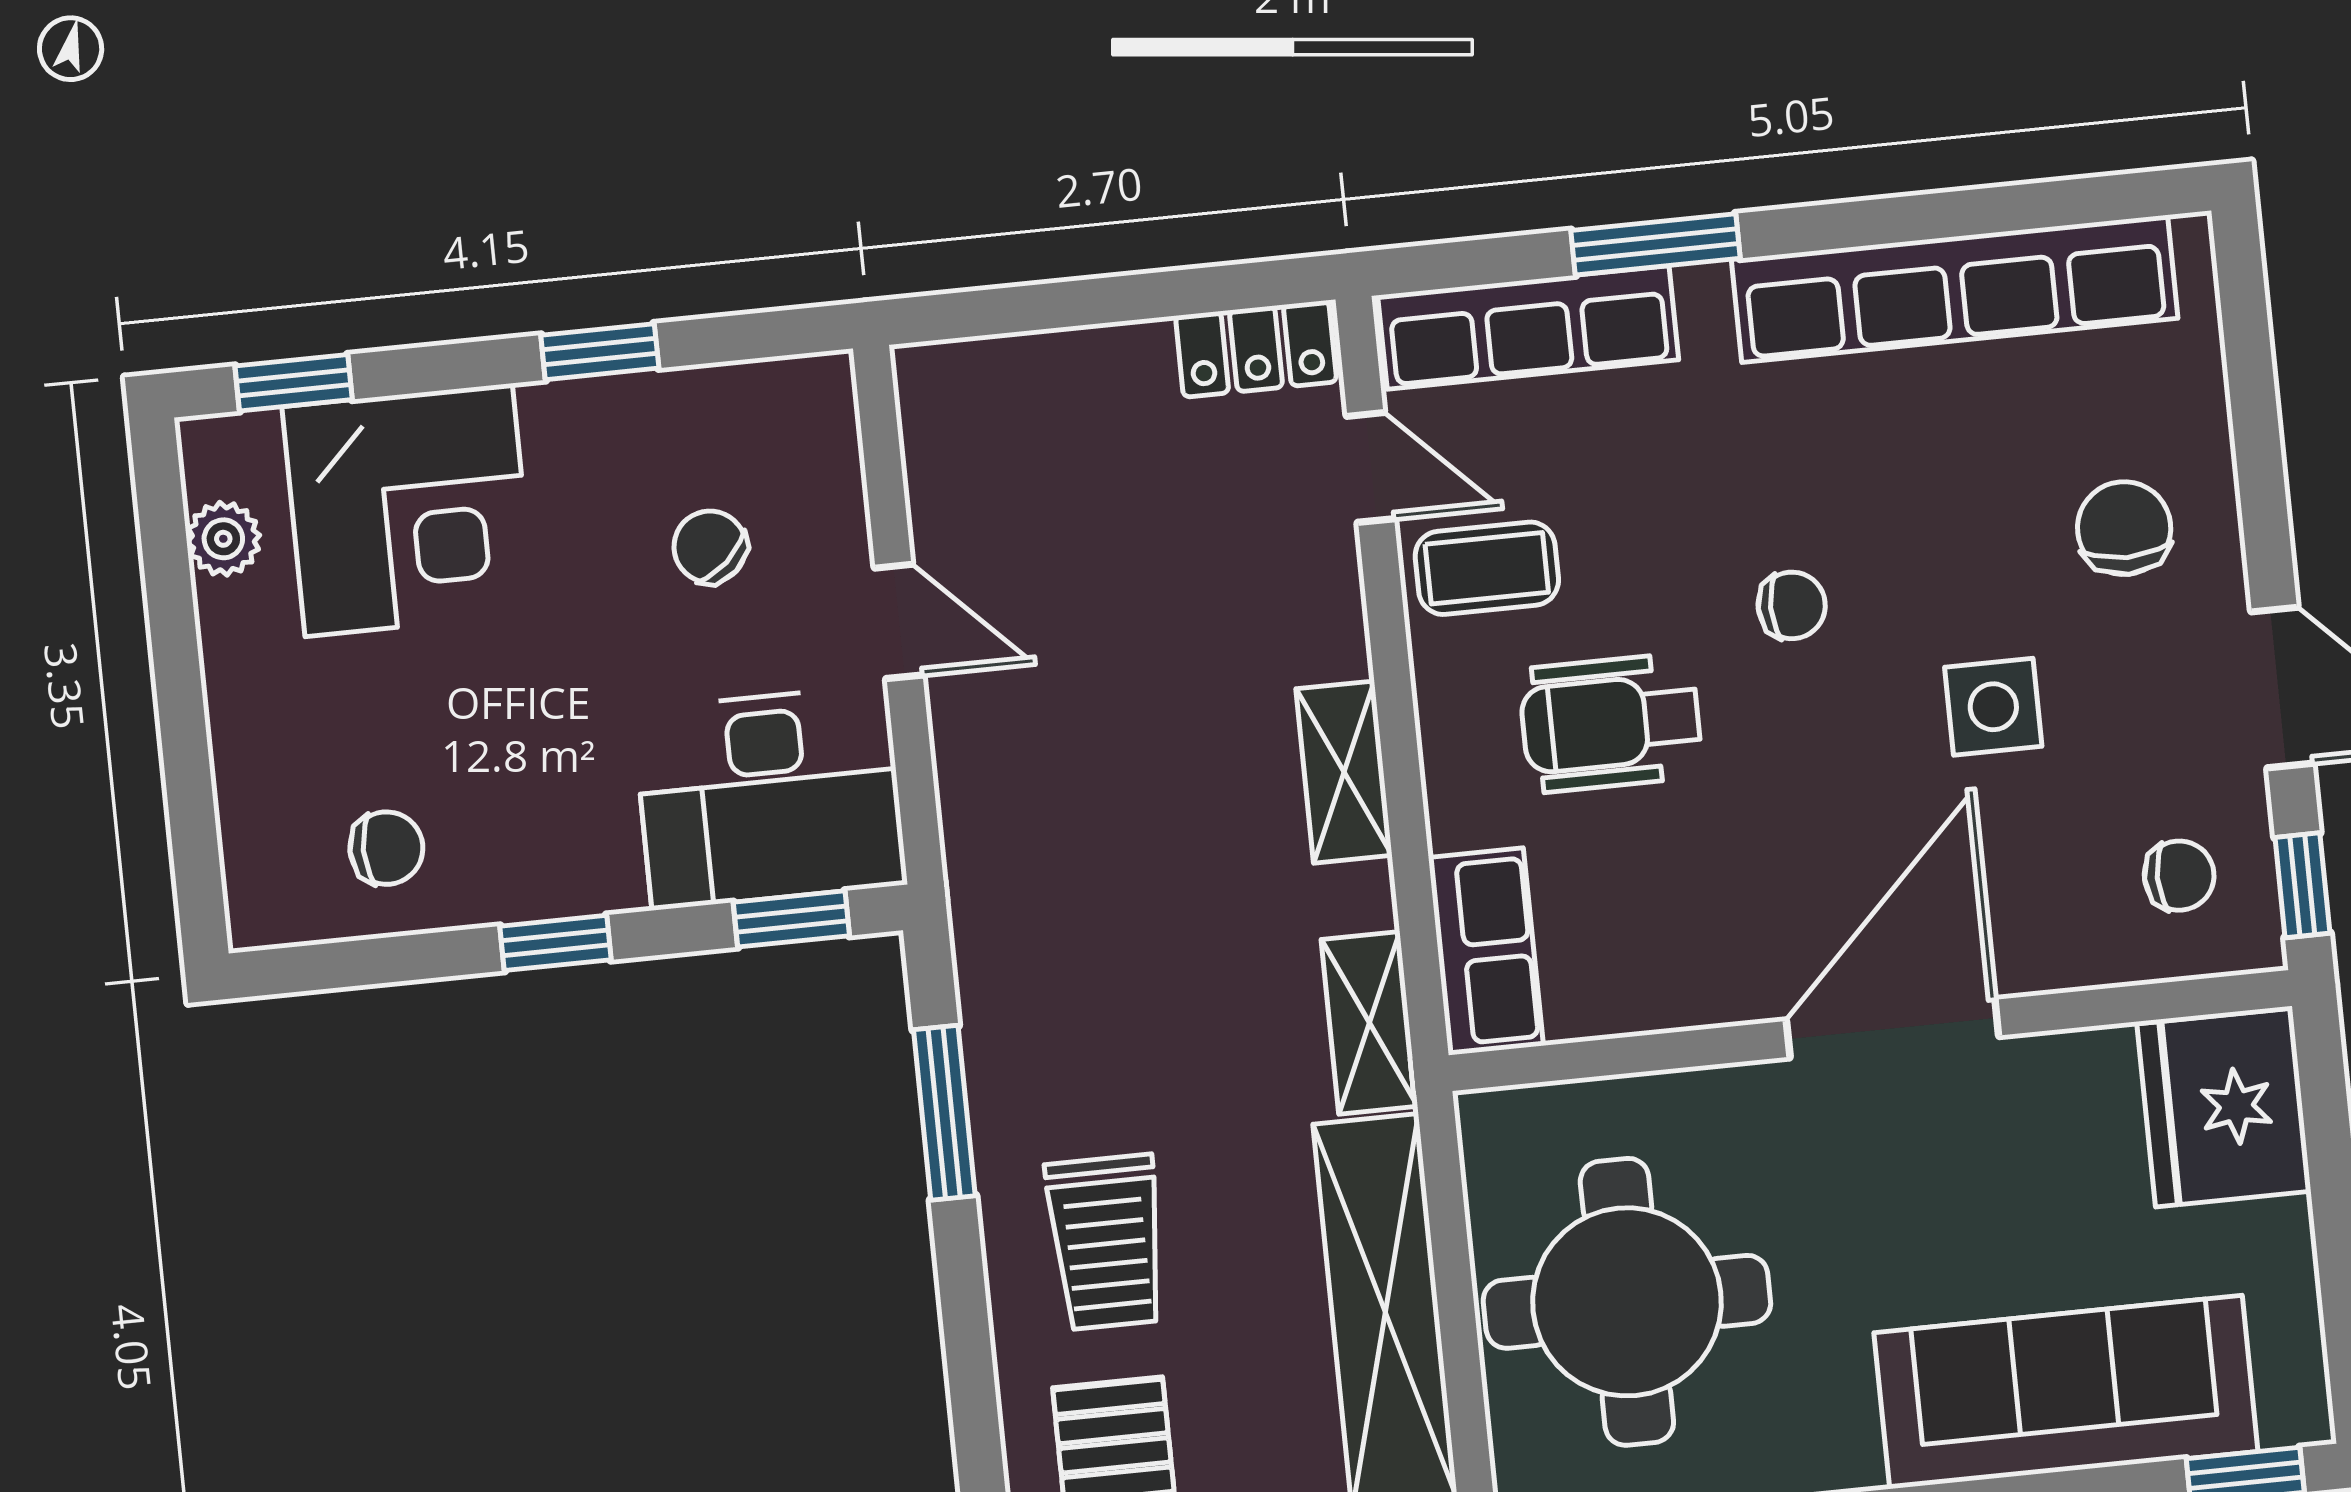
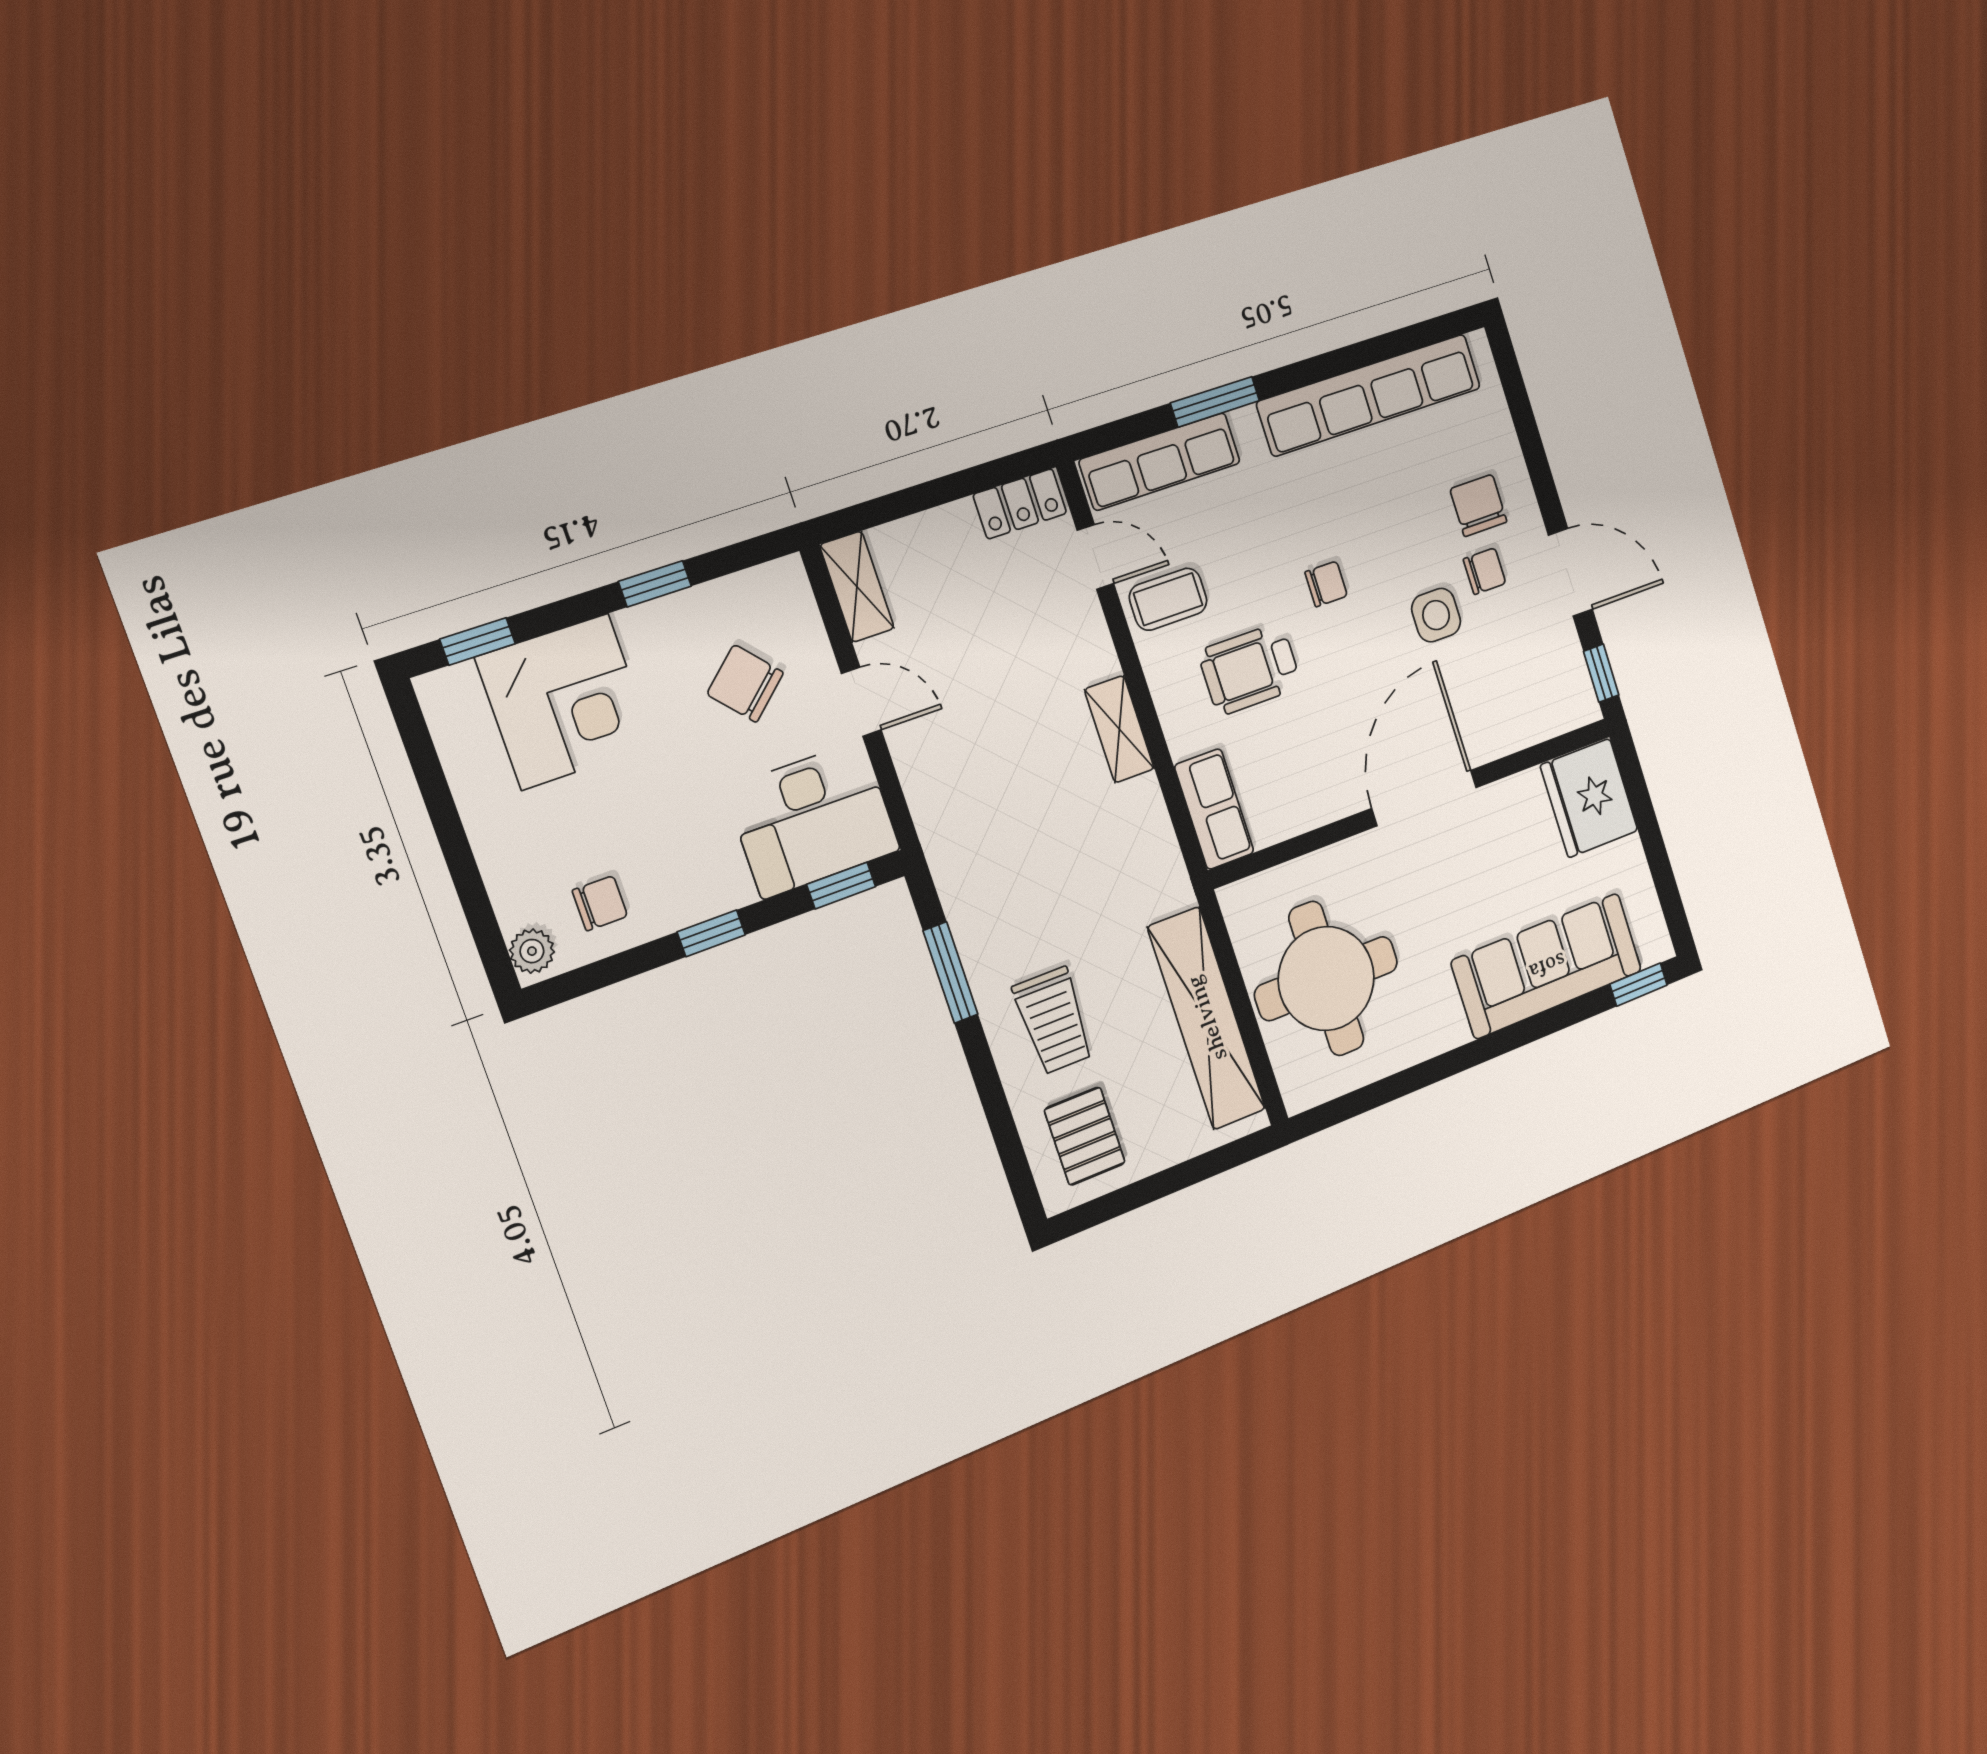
plant: (223, 539) -> (532, 951), moved
chair: (710, 547) -> (745, 683), width x1.37, depth x1.37
chair: (2179, 876) -> (1485, 571), moved
shelving: (1369, 1023) -> (857, 587), moved

